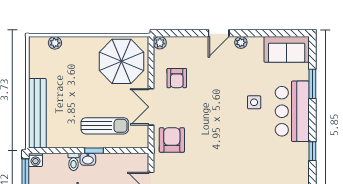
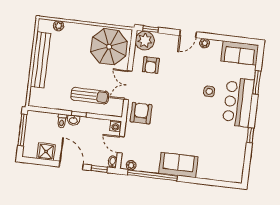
window: (171, 33) -> (151, 29), added
plant: (160, 43) -> (145, 41), width x1.88, depth x1.88
bench: (37, 113) -> (40, 60), moved
washing machine: (35, 160) -> (116, 126), moved

